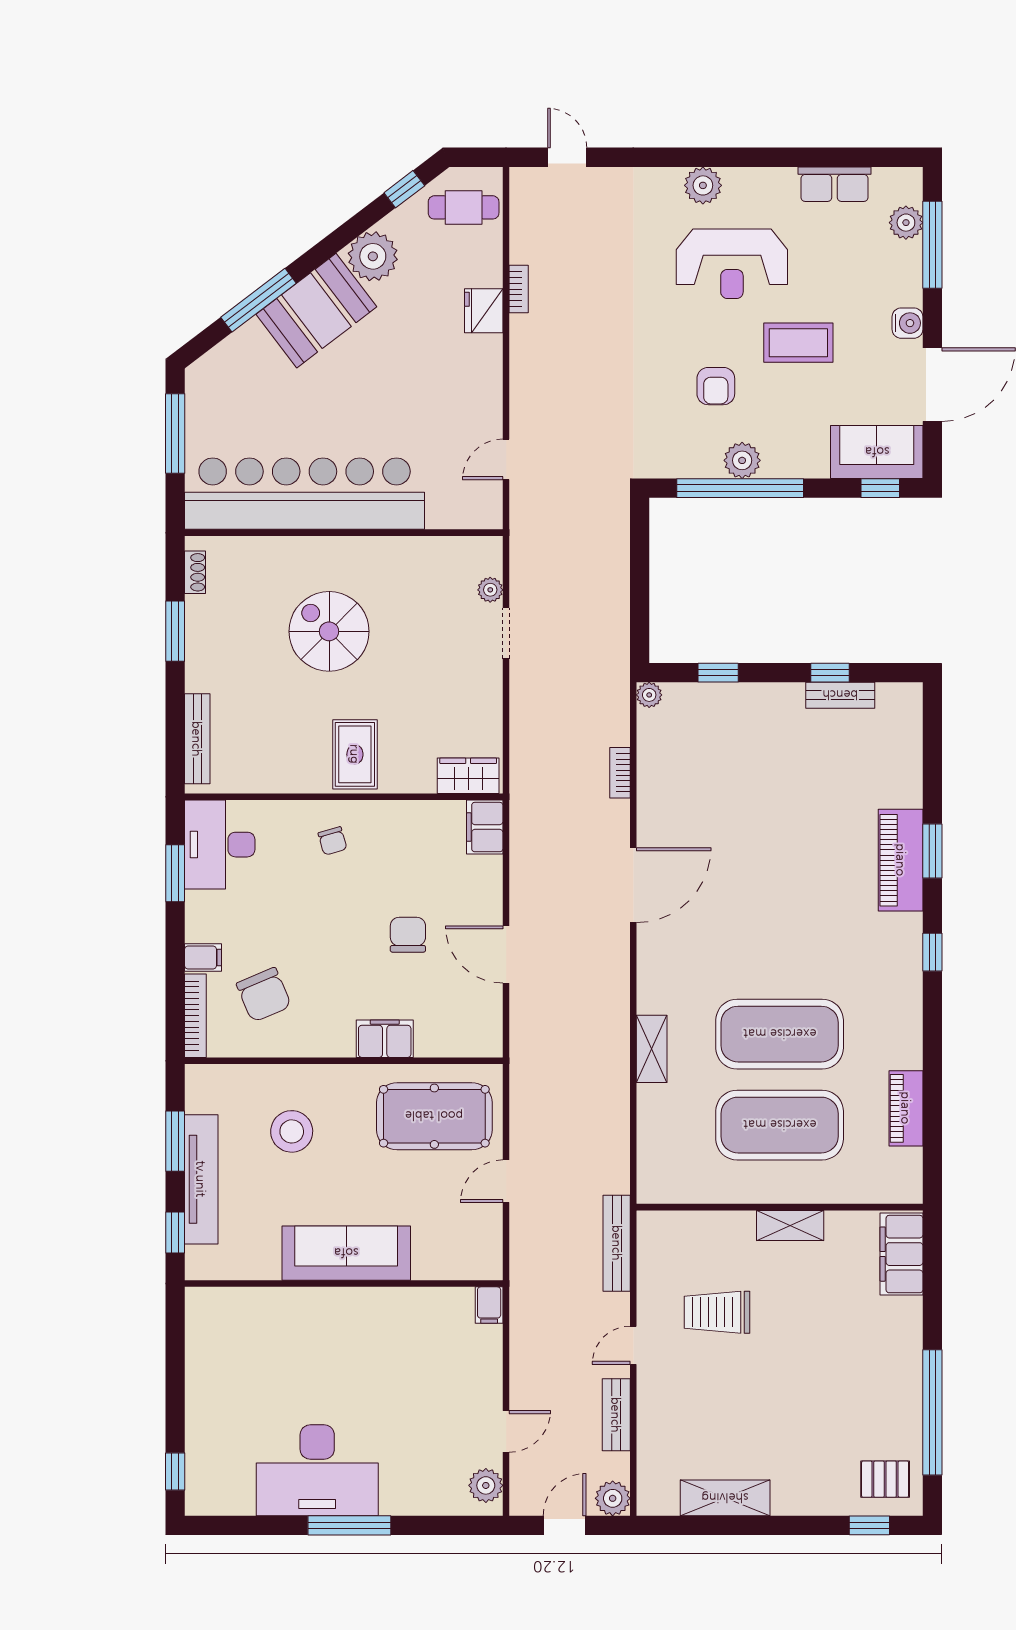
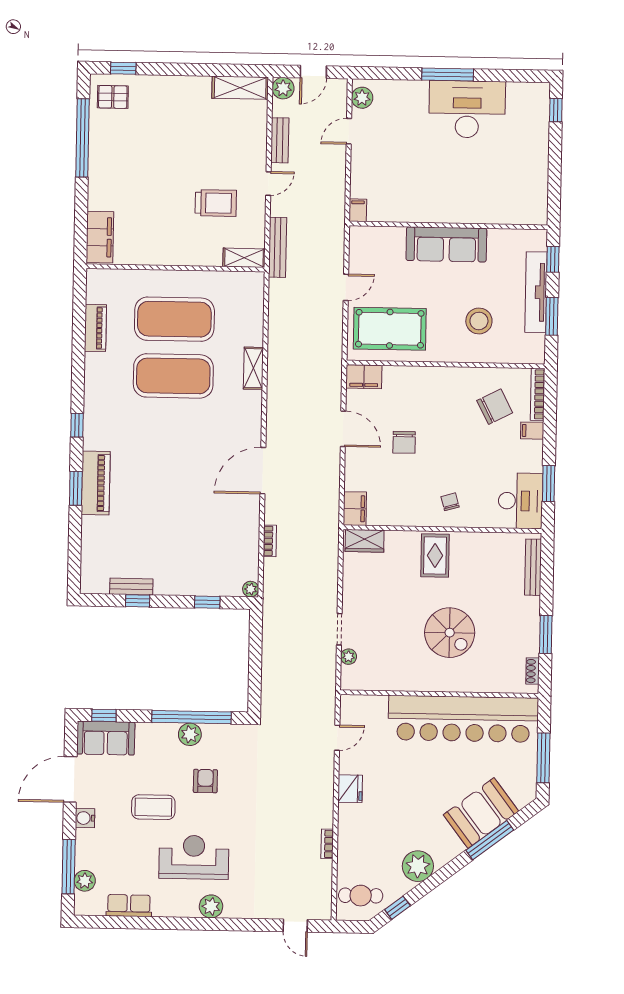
booth: (316, 311) -> (481, 813), moved
fridge: (484, 311) -> (350, 789), moved
chair: (264, 995) -> (495, 407), turned 86
filing cabinet: (385, 1039) -> (364, 377), moved
shelving: (790, 1225) -> (244, 258), moved
shelving: (725, 1498) -> (240, 88), moved

